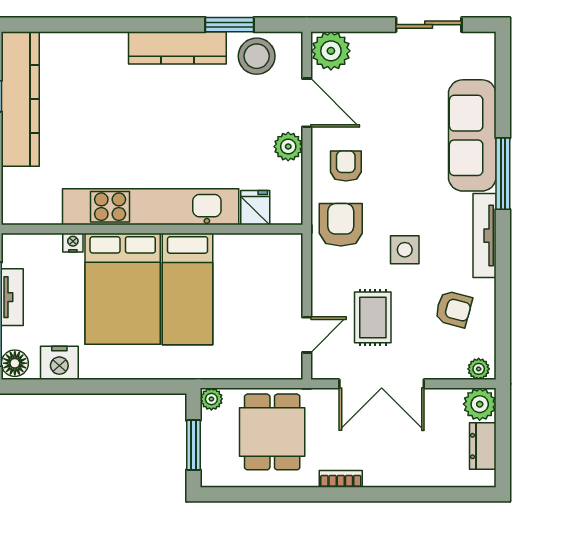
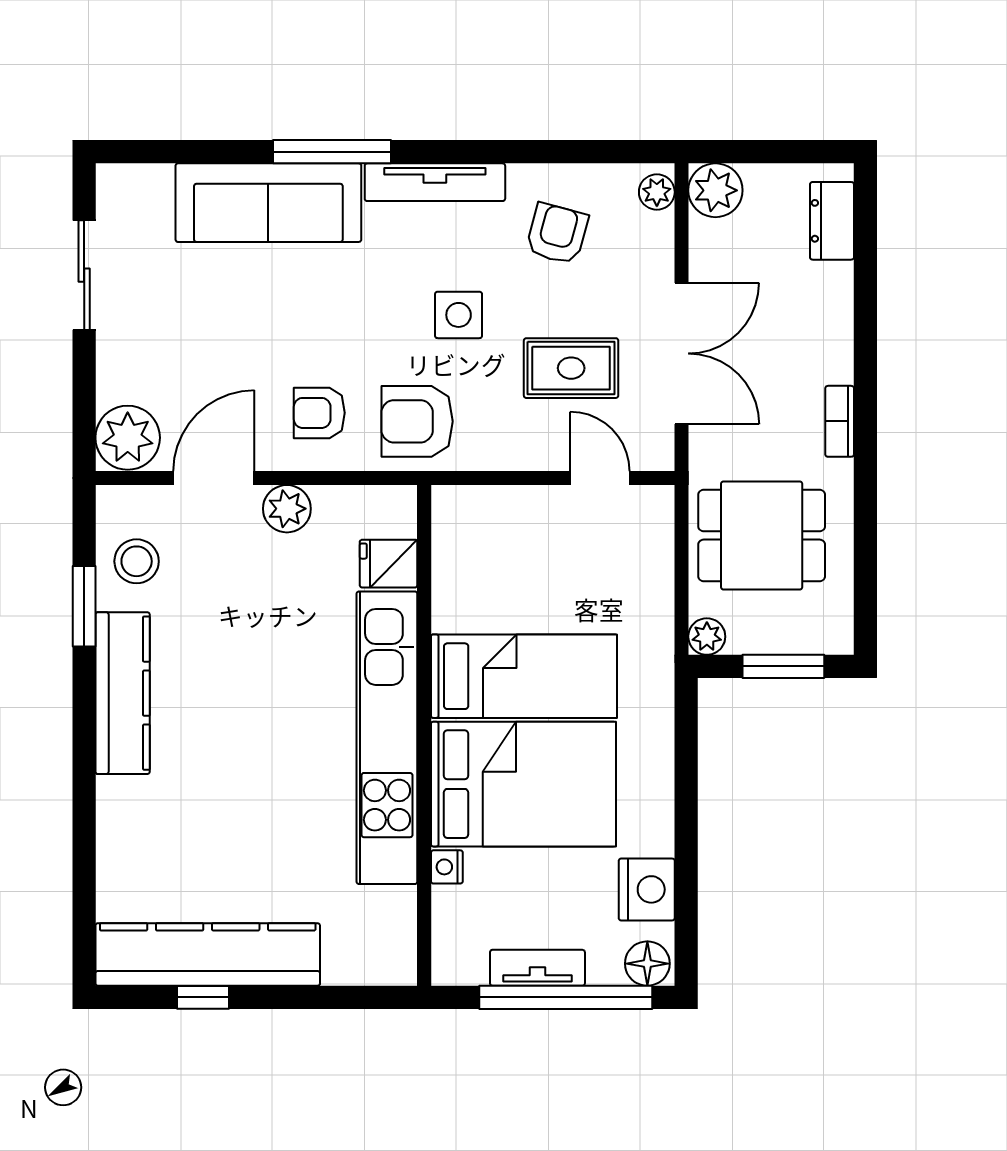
stool: (257, 56) -> (137, 561), width x0.73, depth x0.73
dresser: (483, 446) -> (832, 221), moved, turned 90

